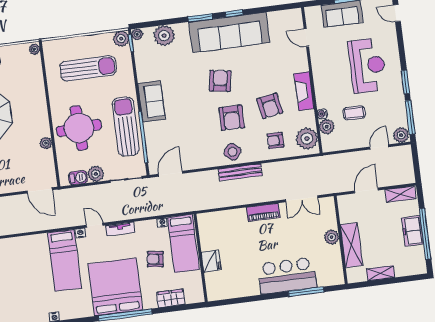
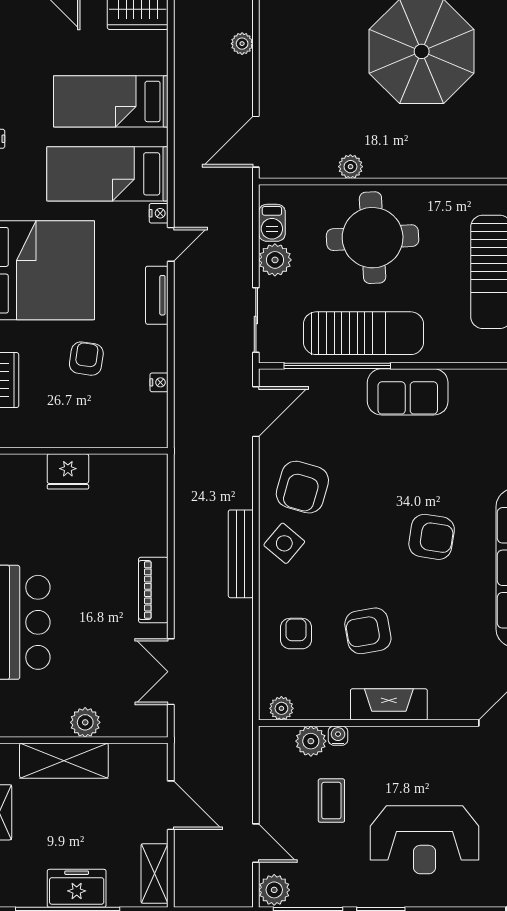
armchair: (232, 118) -> (302, 487), moved, turned -74
plant: (307, 139) -> (281, 708), width x0.53, depth x0.53
door: (170, 174) -> (256, 412), hinge flipped
bed: (183, 243) -> (111, 101), moved

